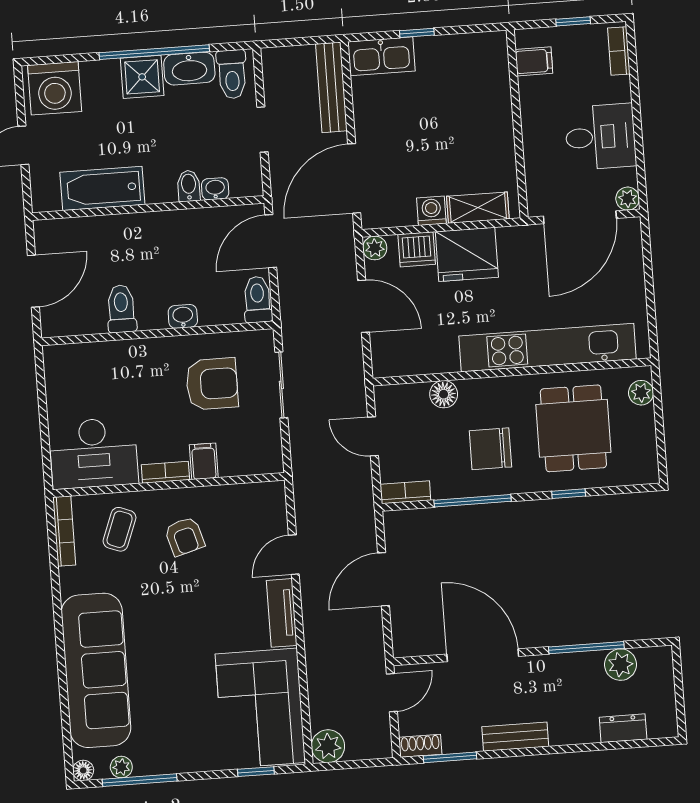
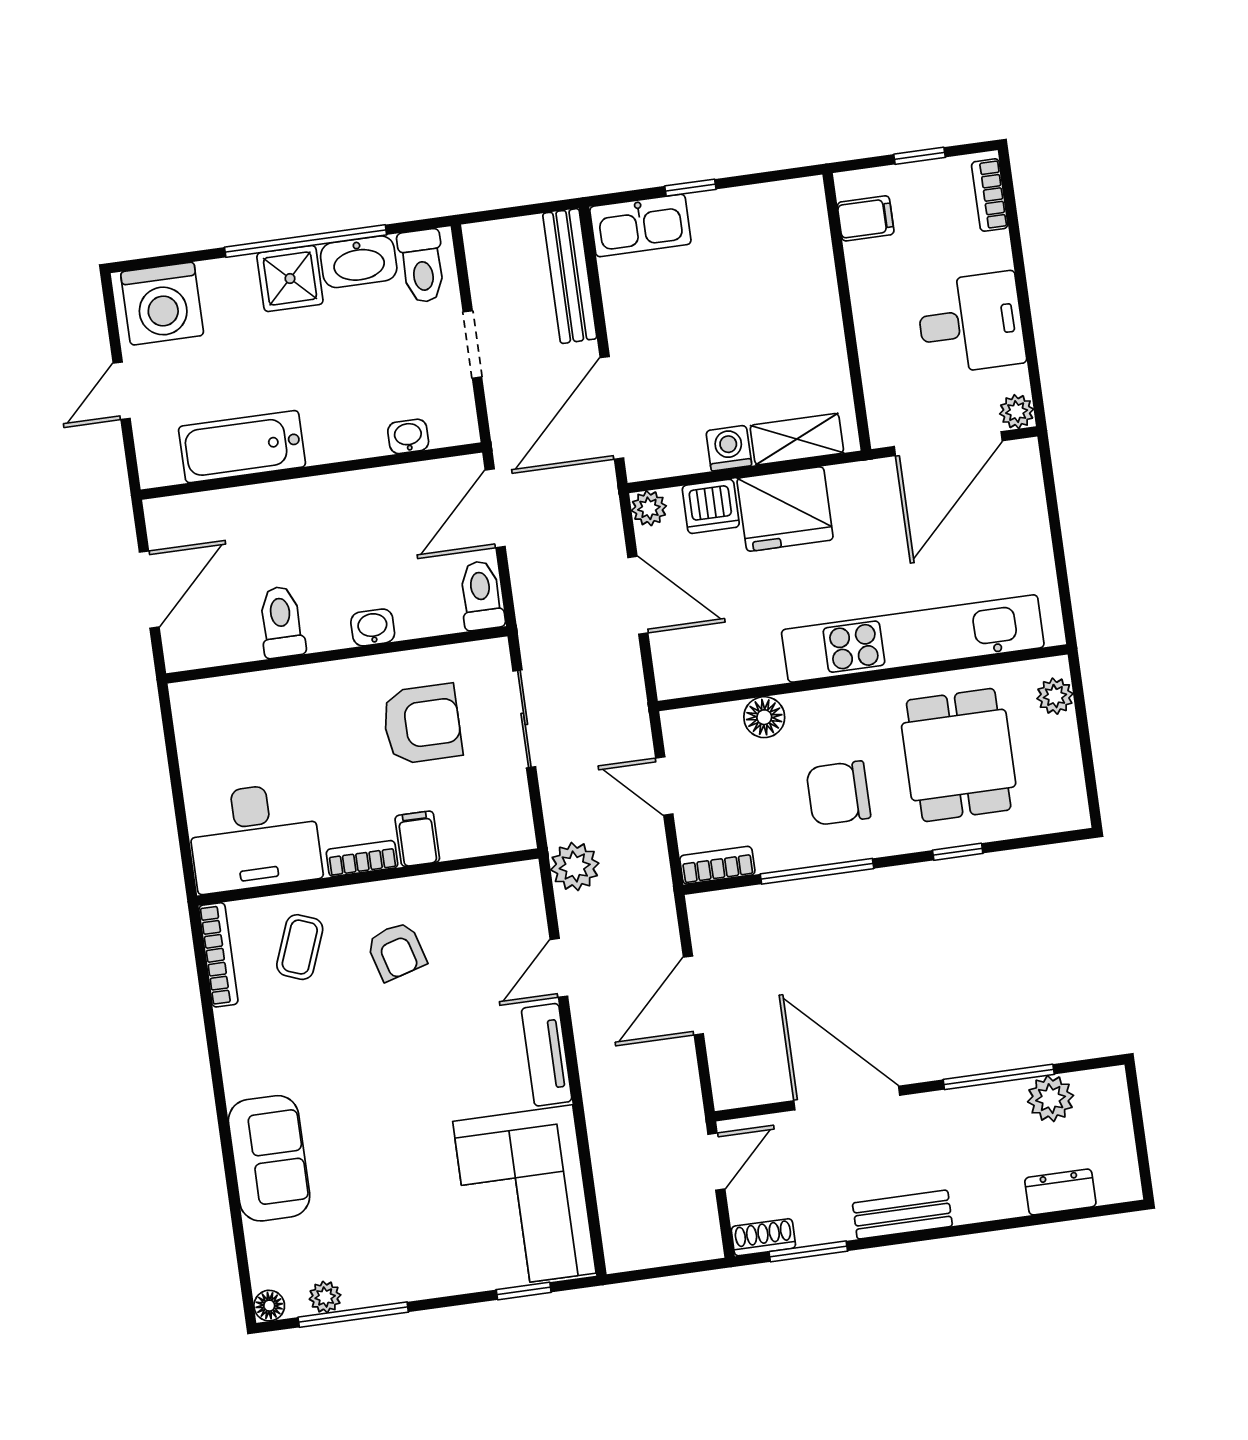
bidet: (189, 186) -> (369, 435), removed
sofa: (96, 670) -> (269, 1158), width x0.54, depth x0.79
plant: (328, 746) -> (575, 867), moved

